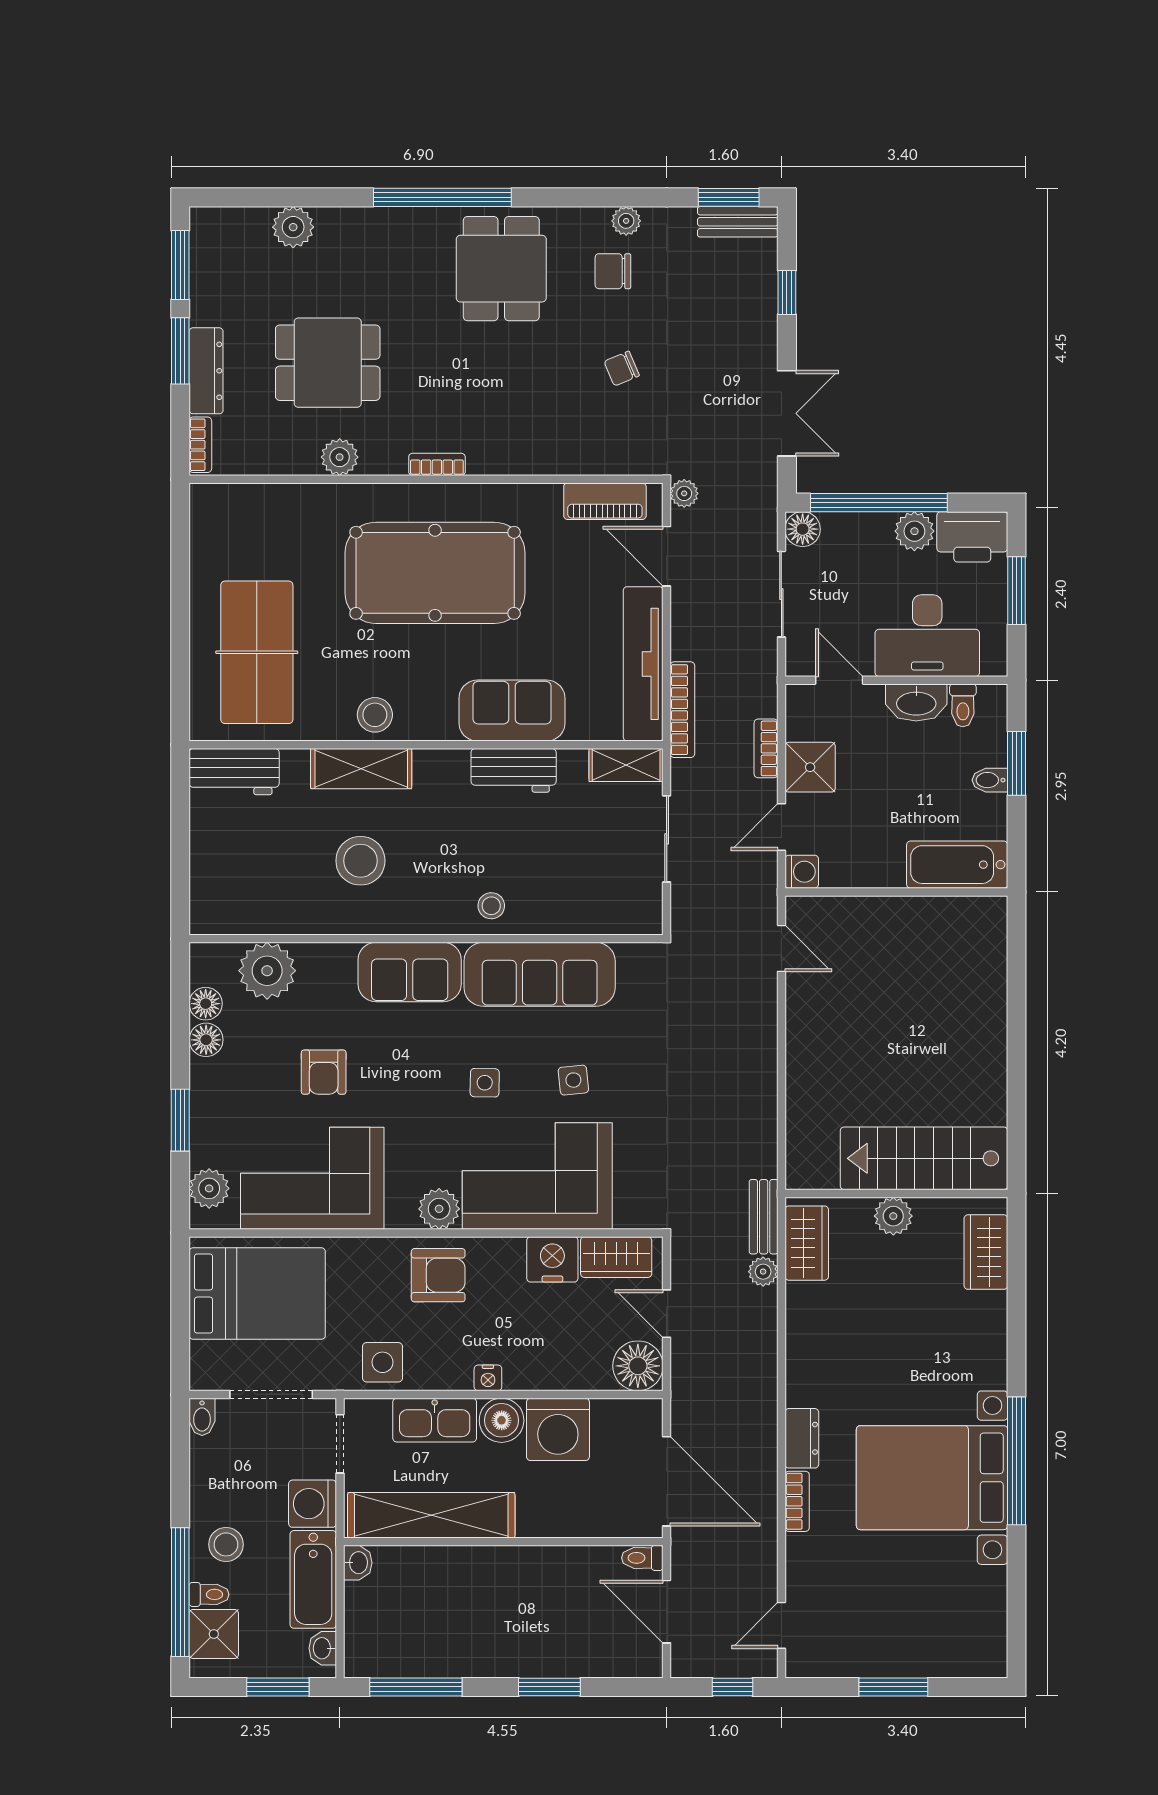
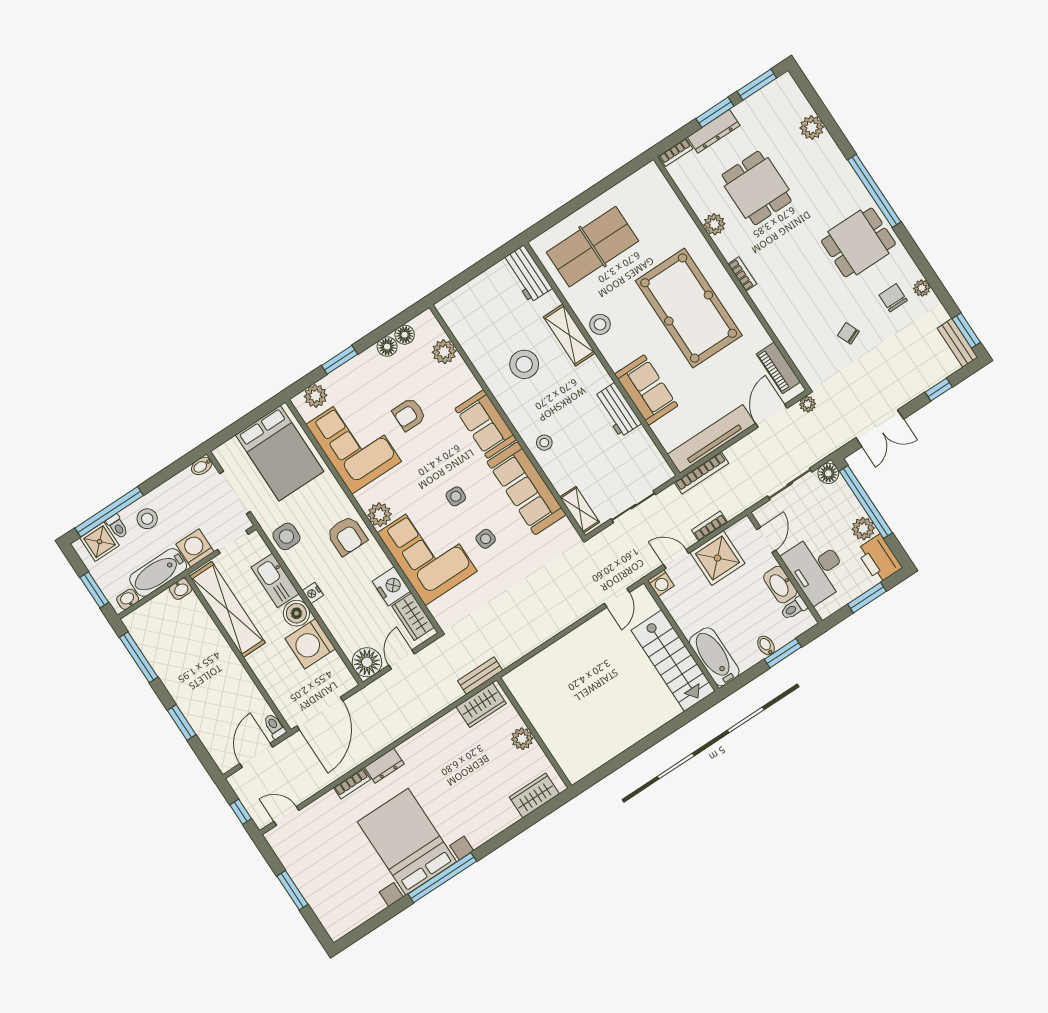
shelving: (626, 765) -> (580, 510), moved
shower: (810, 767) -> (717, 558), width x1.36, depth x1.36
plant: (267, 971) -> (444, 352), width x0.73, depth x0.73
stairs: (924, 1158) -> (673, 661), moved, turned 180
plant: (763, 1272) -> (453, 693), removed

